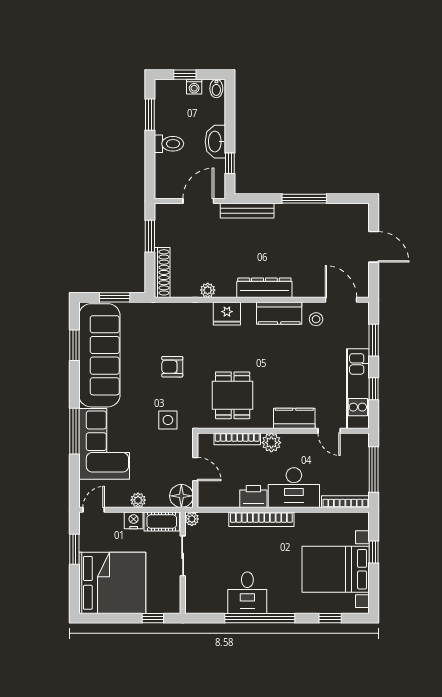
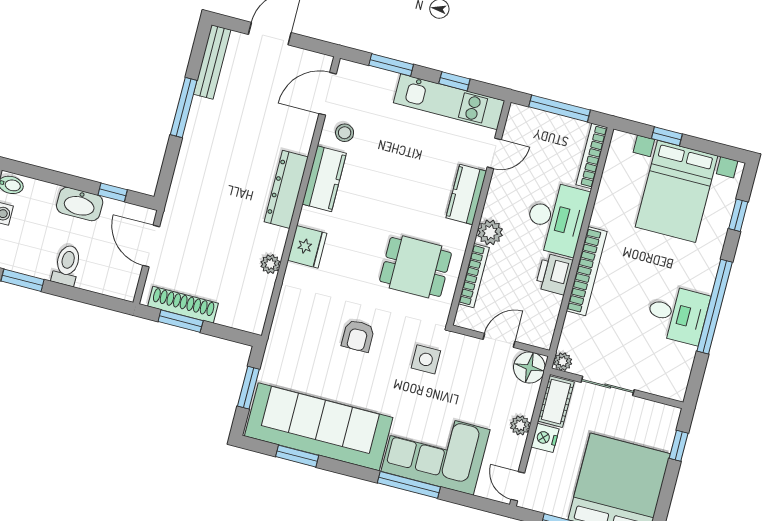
bench: (247, 211) -> (212, 62), moved
shoe rack: (162, 272) -> (183, 305), moved

